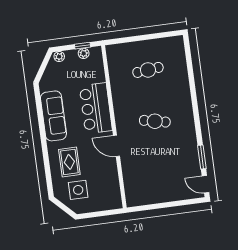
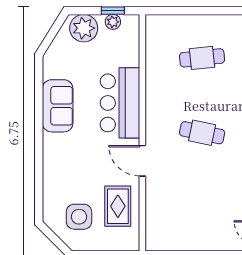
plant: (59, 57) -> (84, 28), width x1.88, depth x1.88
sofa: (53, 116) -> (58, 106), width x0.73
rug: (69, 162) -> (118, 206), moved

